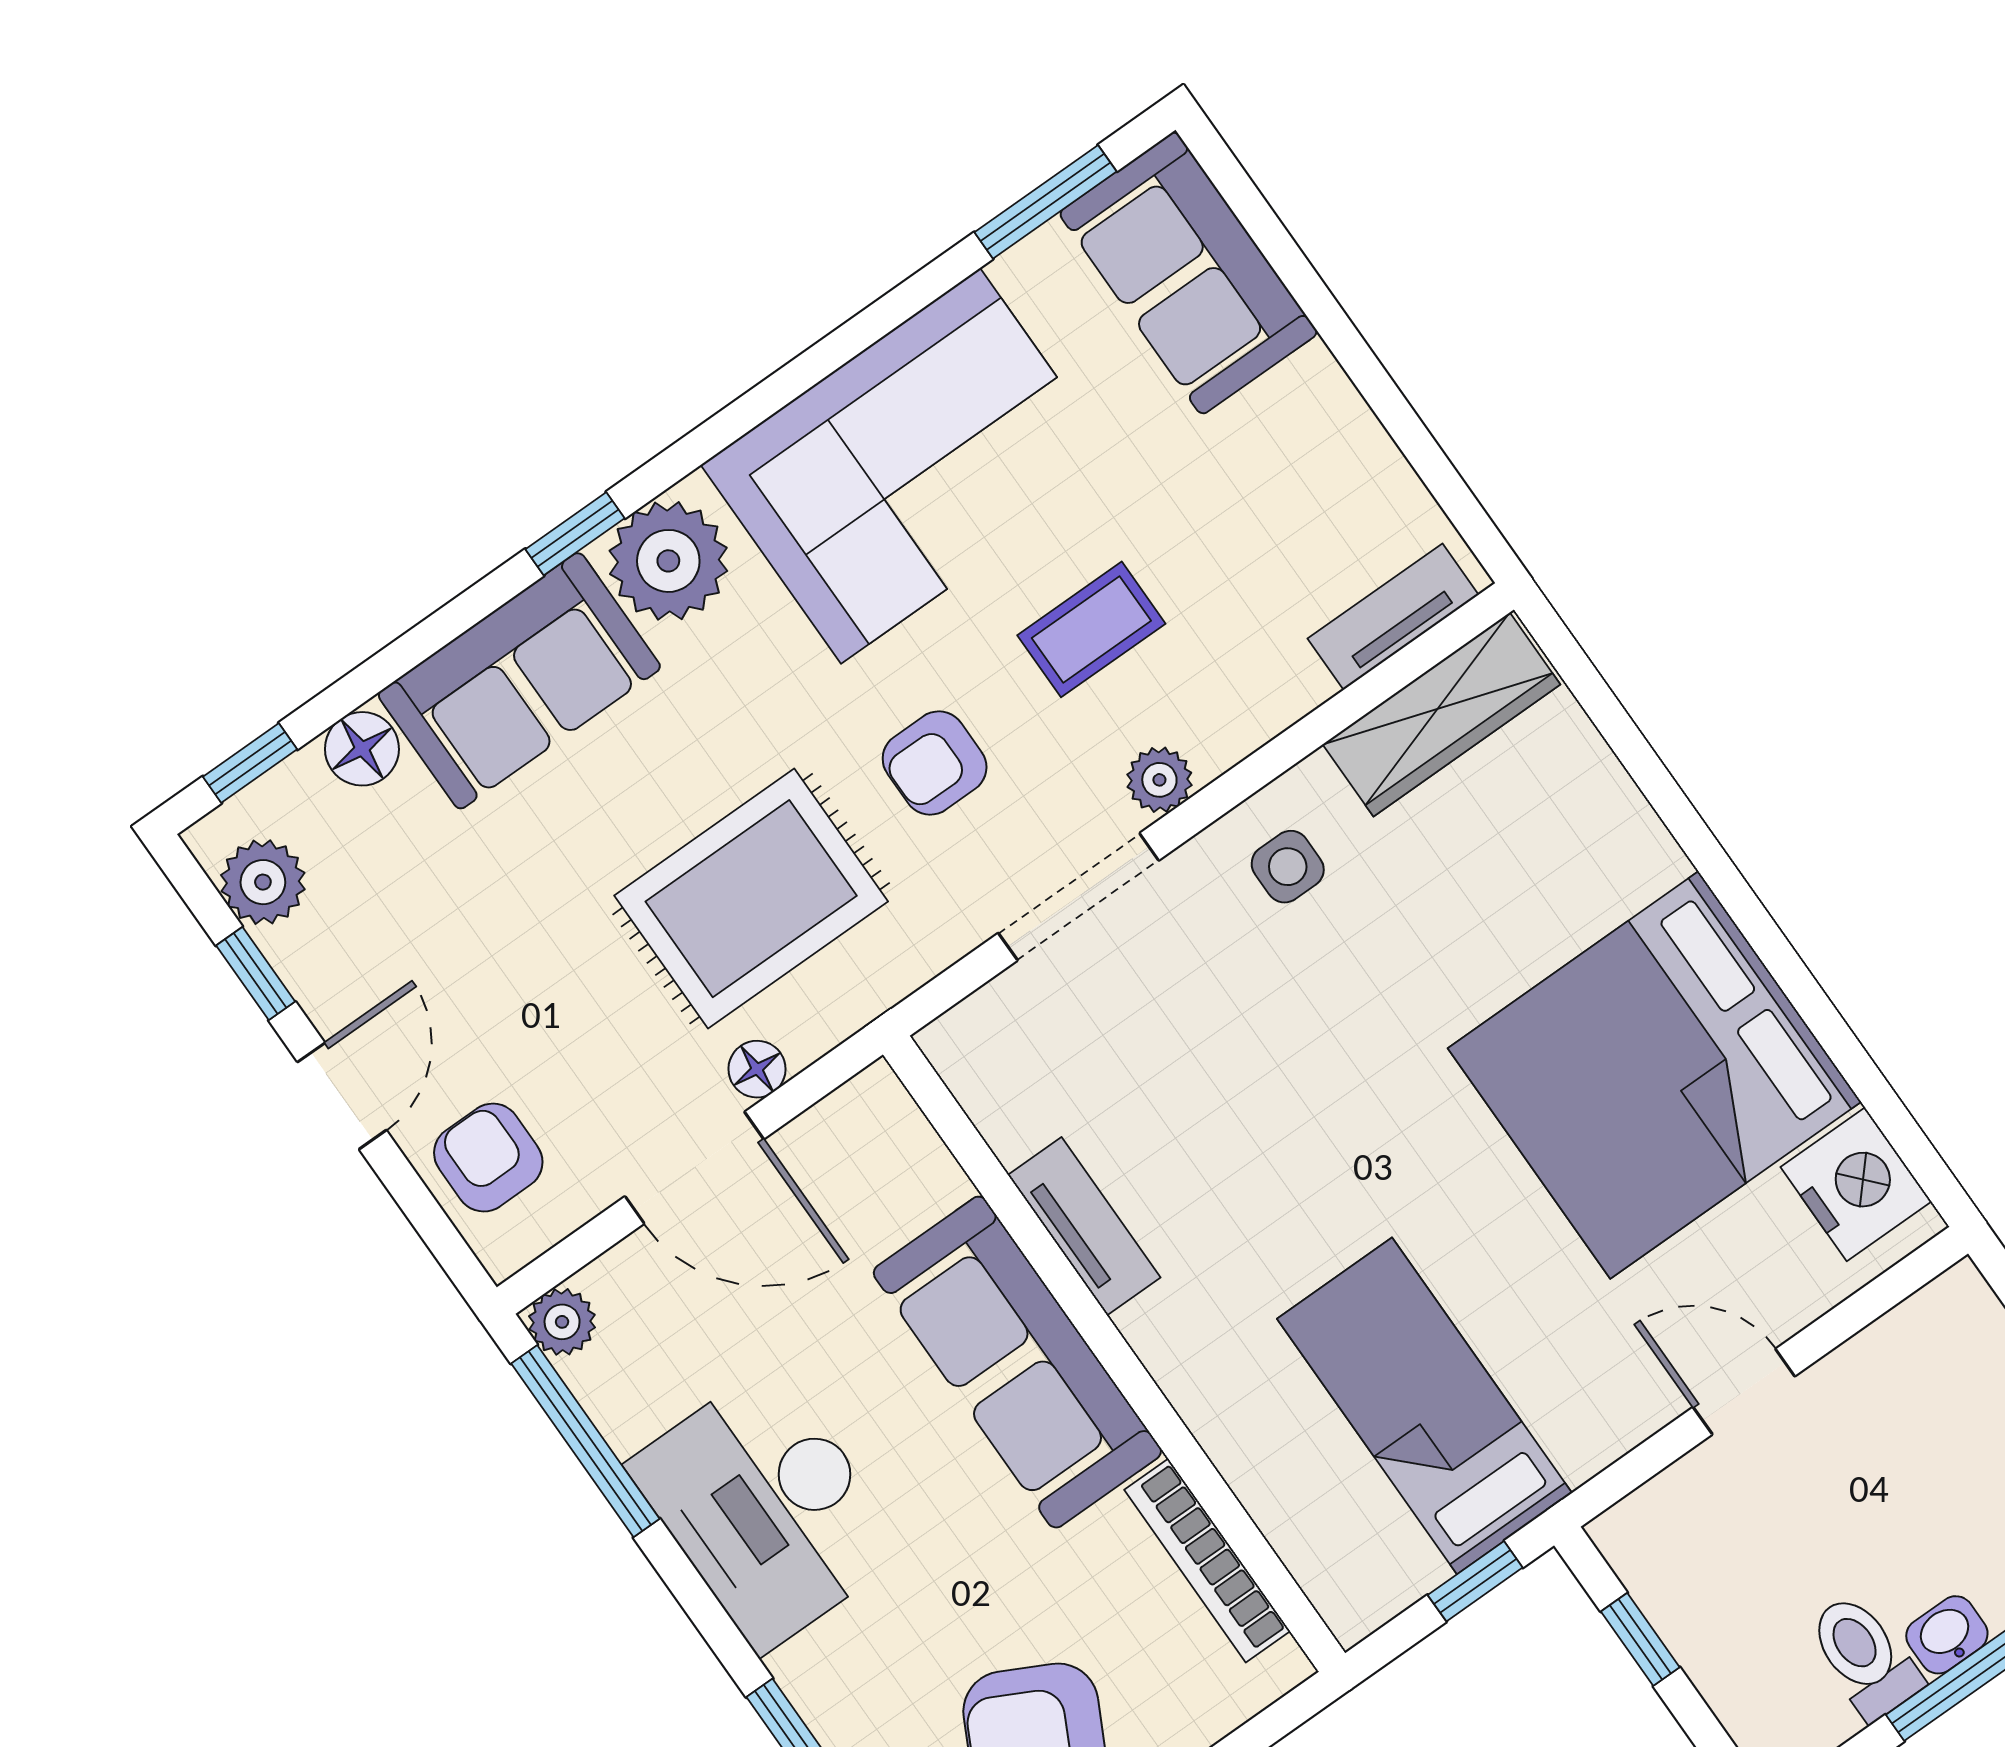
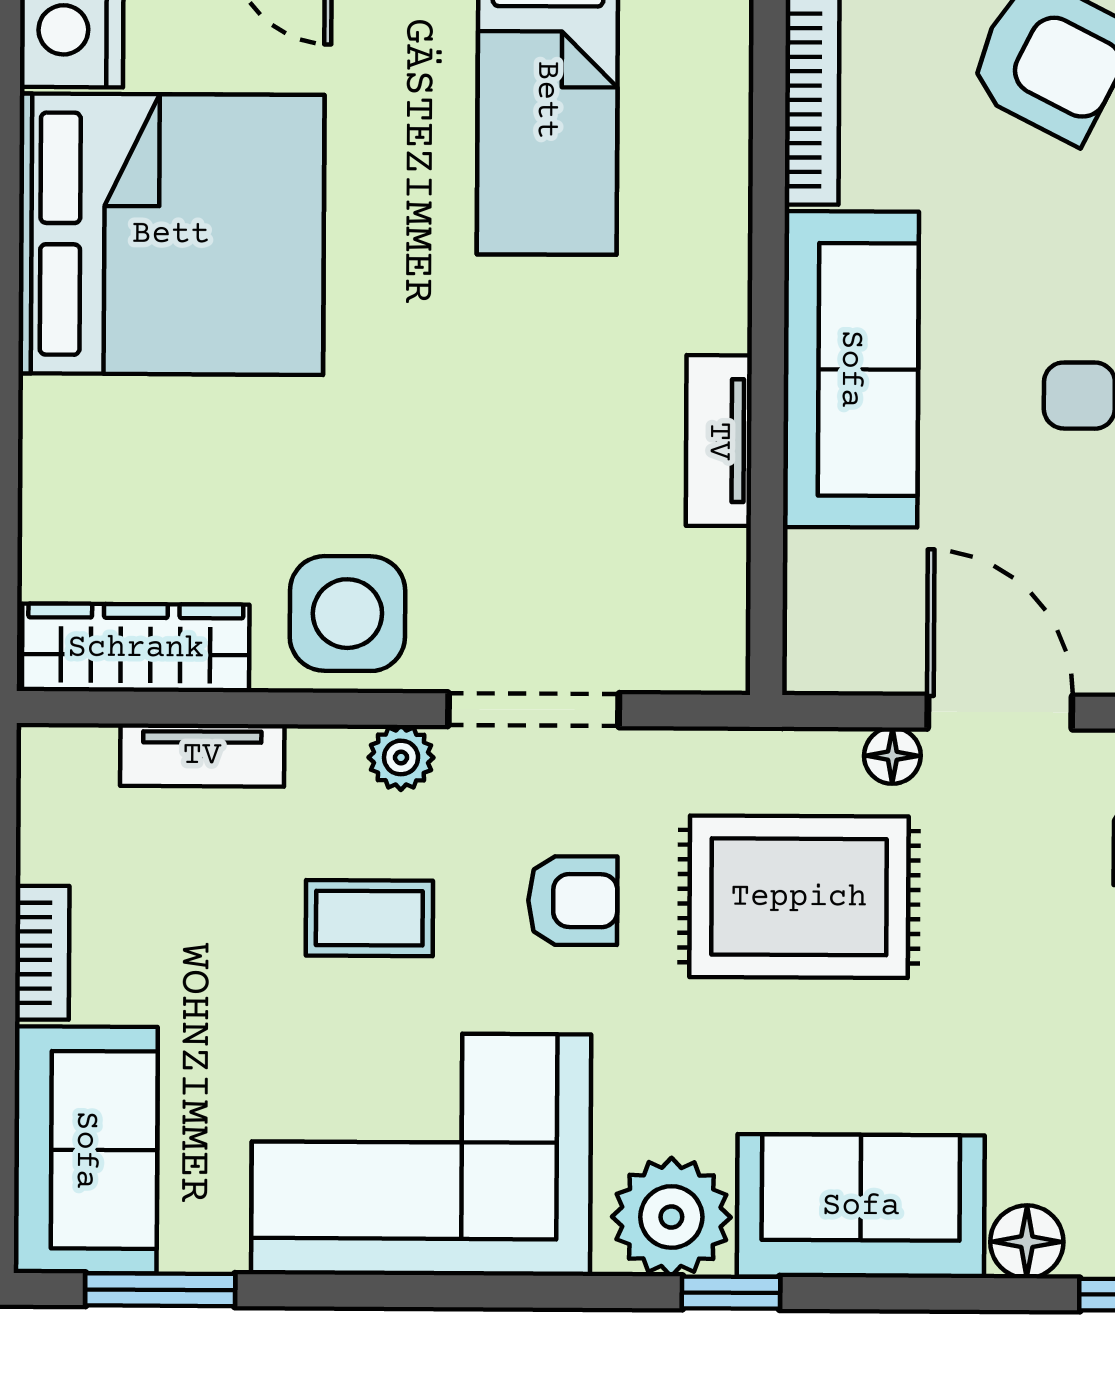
bookcase: (1340, 409) -> (42, 953), added
tv unit: (1393, 617) -> (202, 755), moved
side table: (1288, 867) -> (347, 614), width x1.87, depth x1.87

